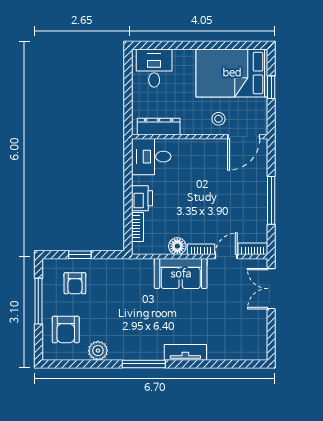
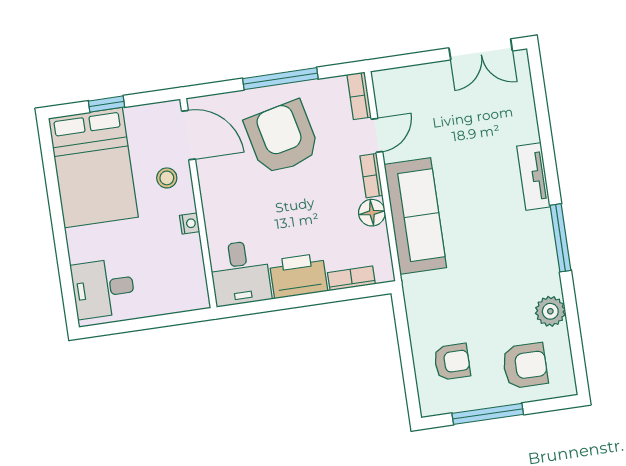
dresser: (159, 126) -> (192, 268), removed
nightstand: (187, 129) -> (190, 223), added
armchair: (233, 196) -> (282, 138), added
printer: (142, 198) -> (298, 276), width x1.37, depth x1.19
window: (80, 255) -> (407, 361), removed
door: (226, 257) -> (377, 135), swing flipped
sofa: (181, 274) -> (415, 216), width x1.36
double door: (271, 289) -> (481, 49), moved

